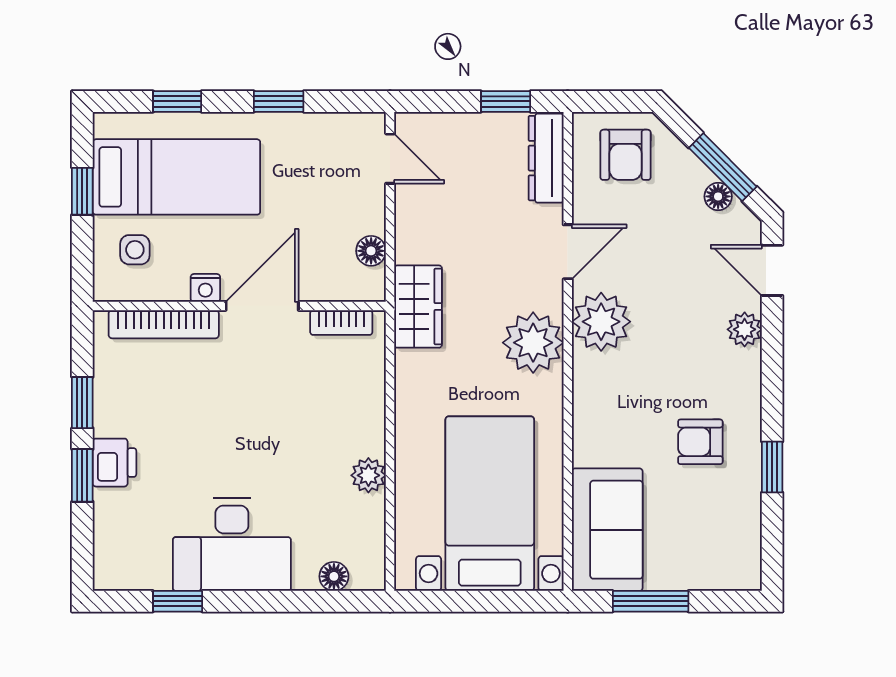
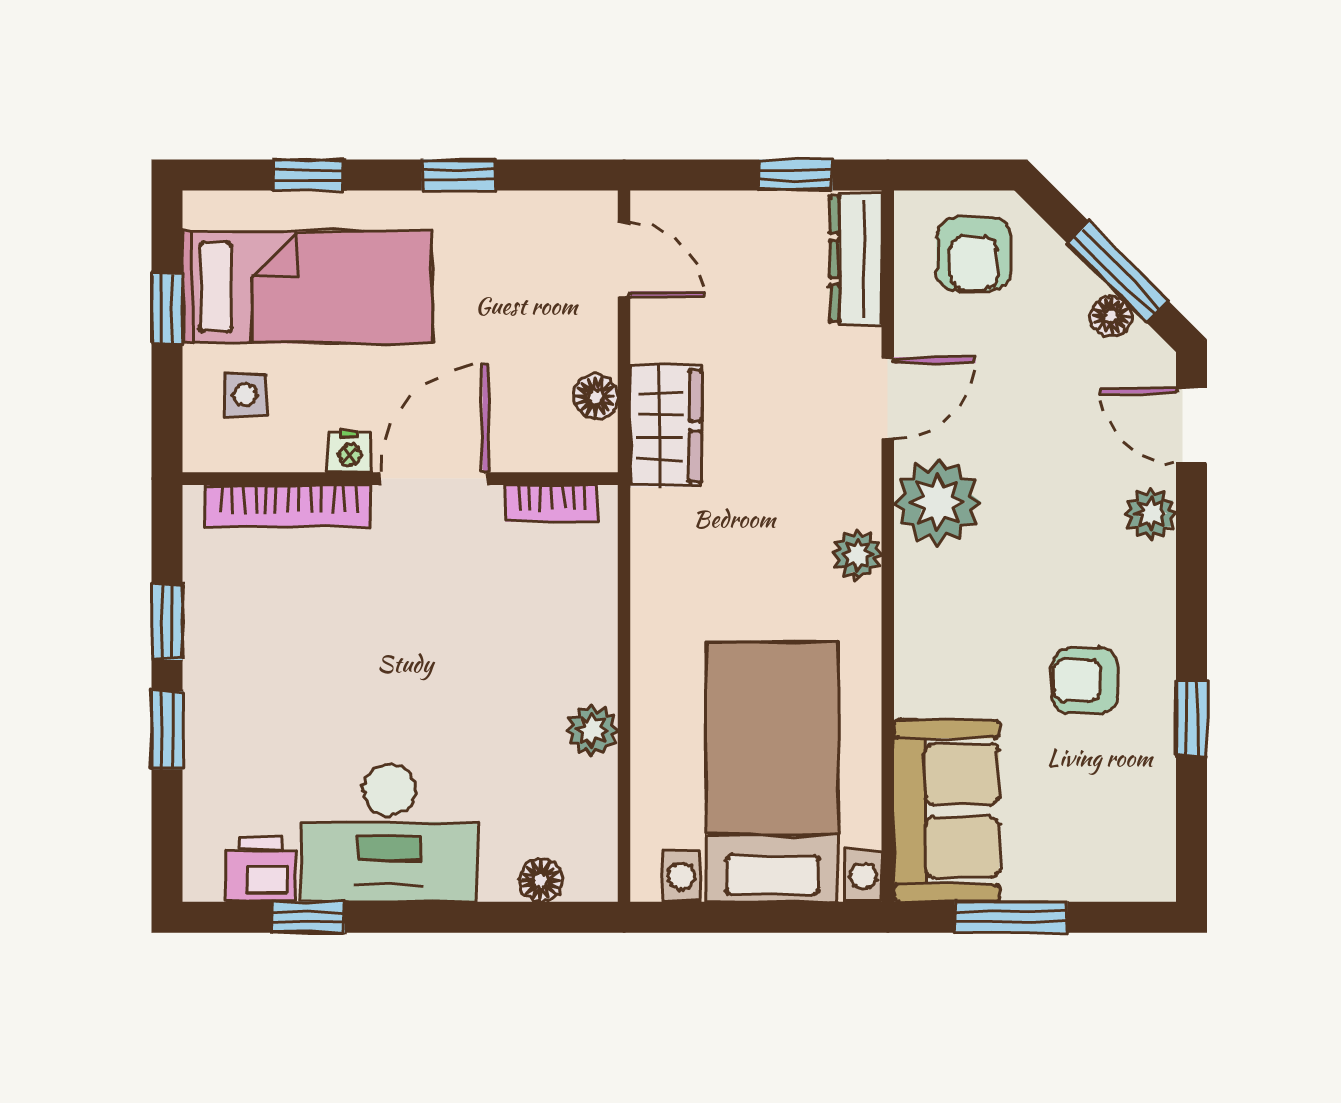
wardrobe: (418, 307) -> (666, 426), moved
plant: (533, 343) -> (858, 554), width x0.53, depth x0.53
printer: (114, 463) -> (261, 870), moved, turned -90

